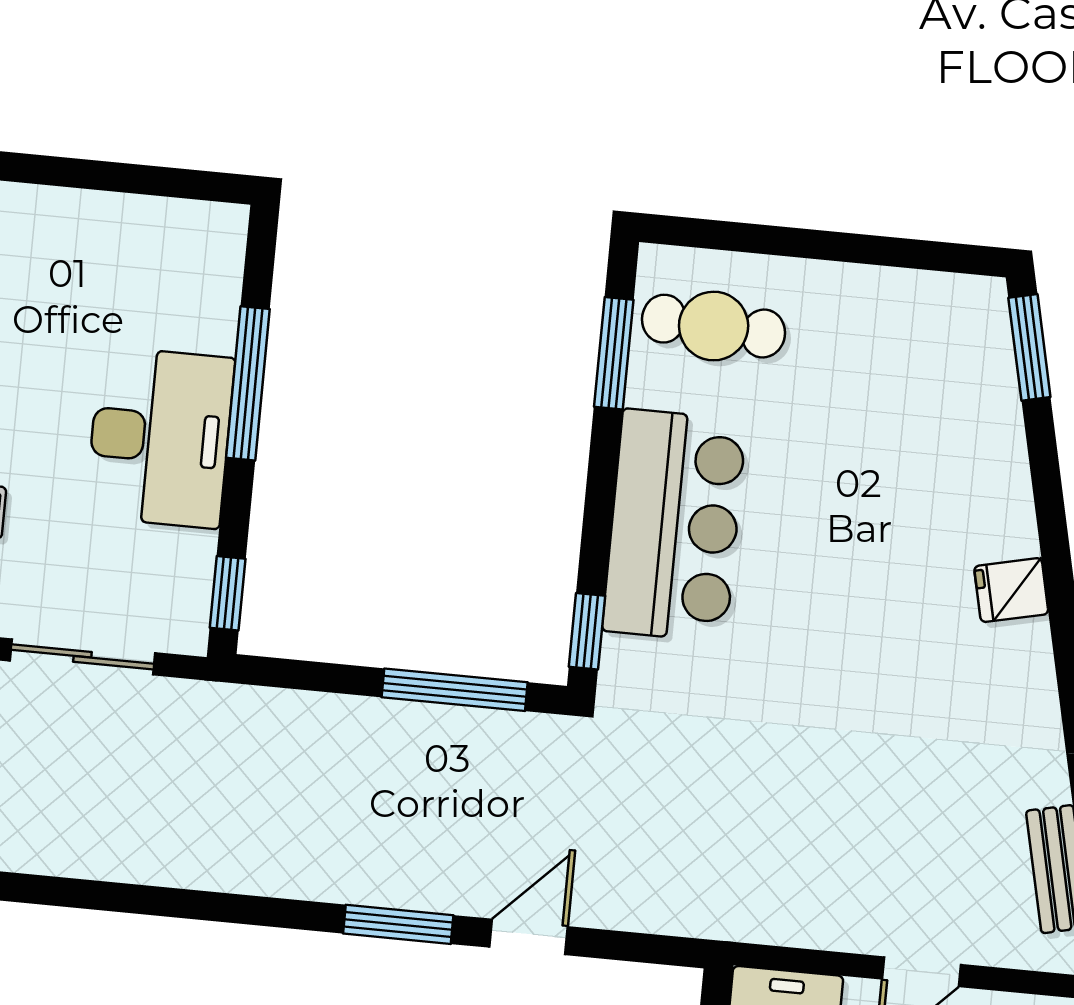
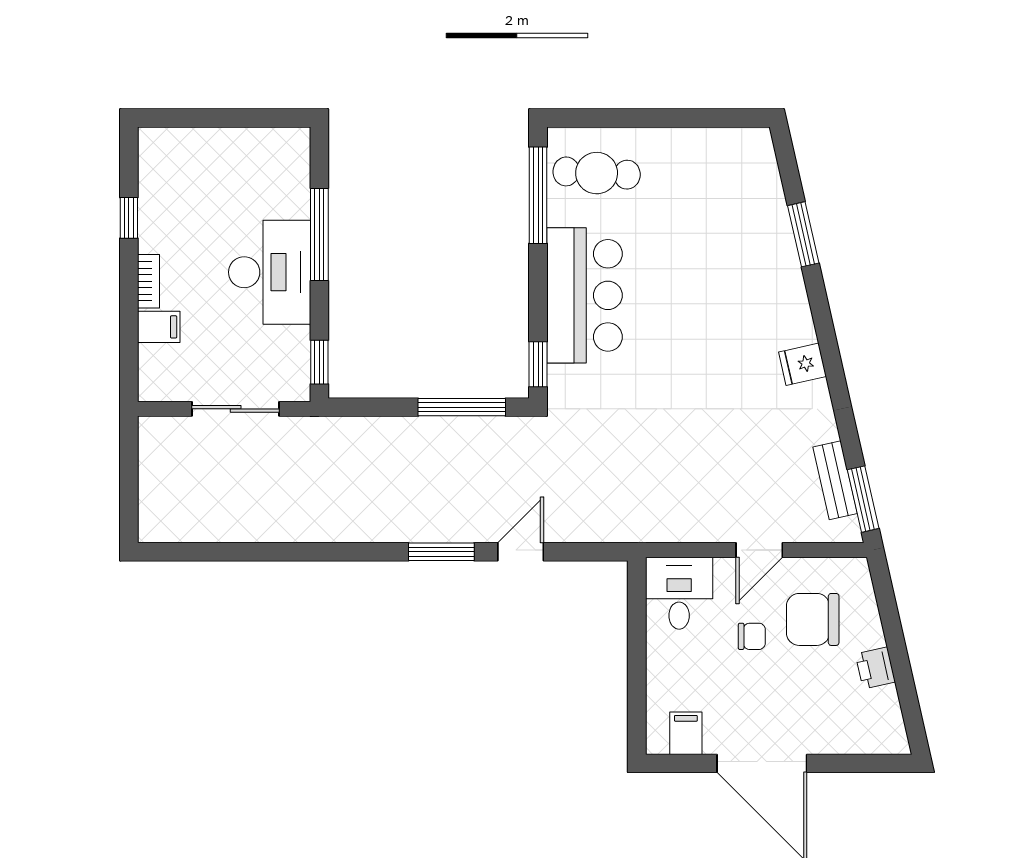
window: (1029, 347) -> (803, 234), moved
window: (614, 353) -> (538, 195), width x1.44
fridge: (1011, 590) -> (802, 364), moved

